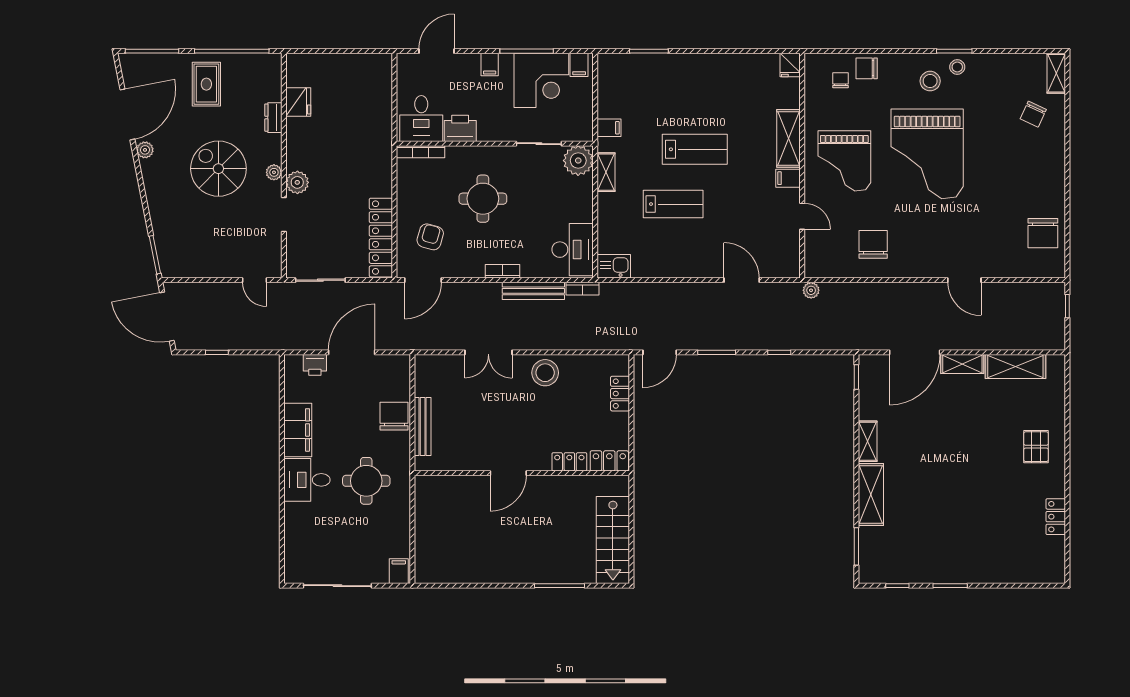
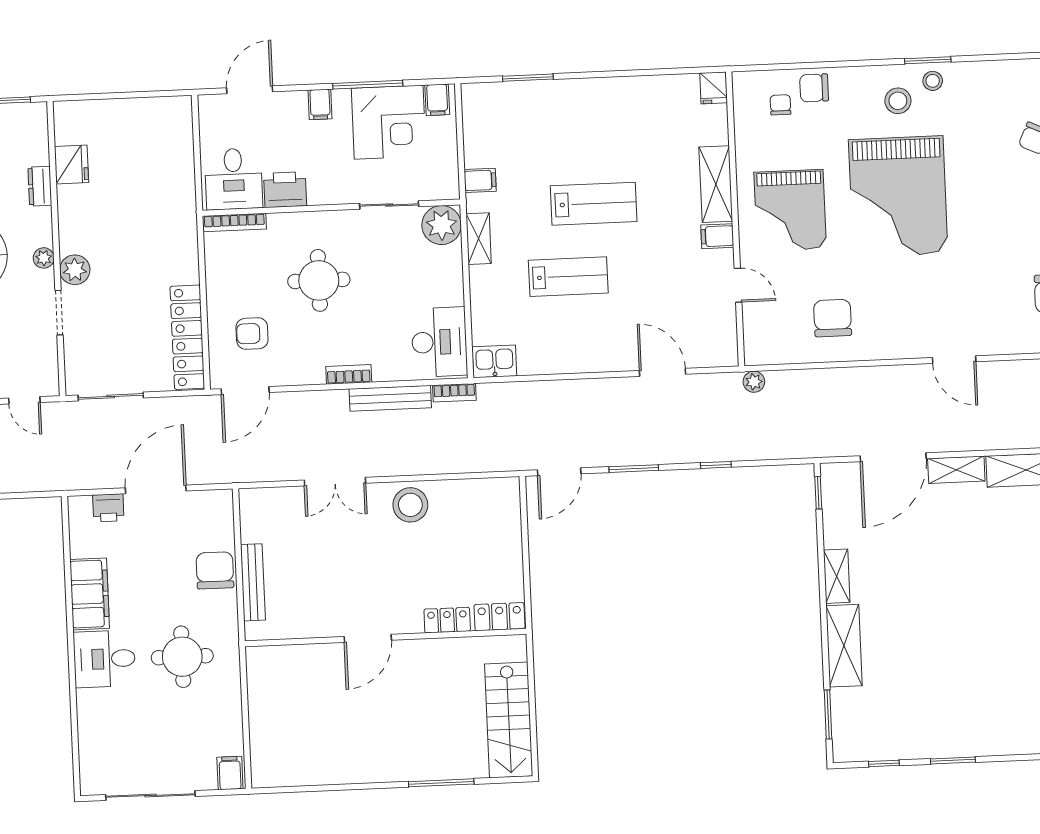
armchair: (430, 237) -> (252, 334), turned -106
locker: (620, 394) -> (510, 528), removed

